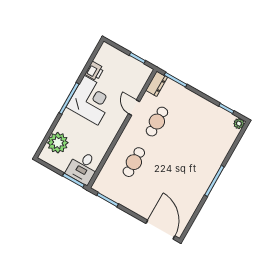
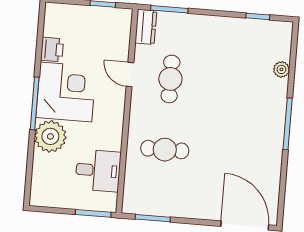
plant: (239, 124) -> (281, 69), moved
plant: (58, 143) -> (50, 136), moved
cafe table: (134, 162) -> (165, 150), turned 90
desk: (83, 167) -> (98, 171), moved, turned -90

